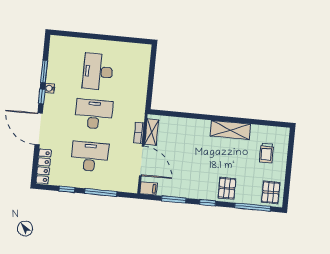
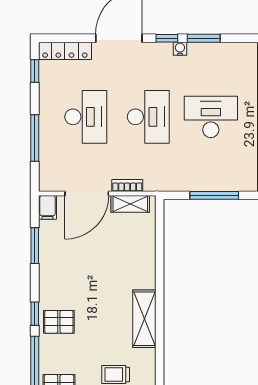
window: (151, 74) -> (214, 195), added
window: (67, 189) -> (35, 71), moved
window: (208, 203) -> (35, 314), moved

